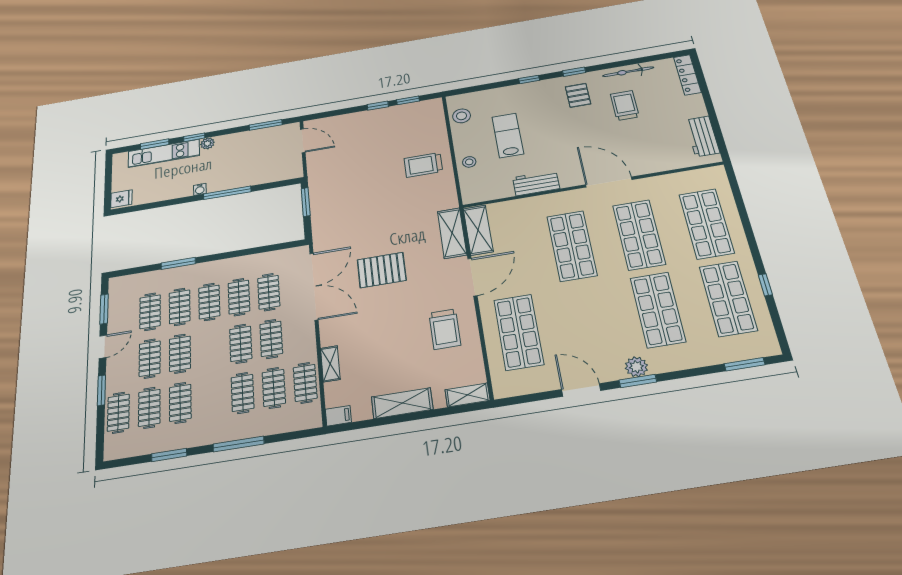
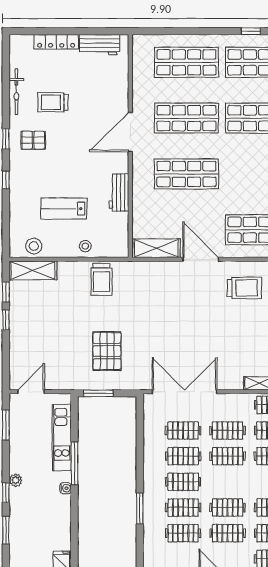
locker: (687, 75) -> (56, 42), moved
kitchen unit: (164, 153) -> (62, 438), moved, turned 180
trolley: (423, 165) -> (102, 279), moved
shelving: (452, 233) -> (33, 270), moved
pallet: (382, 270) -> (107, 351), moved

